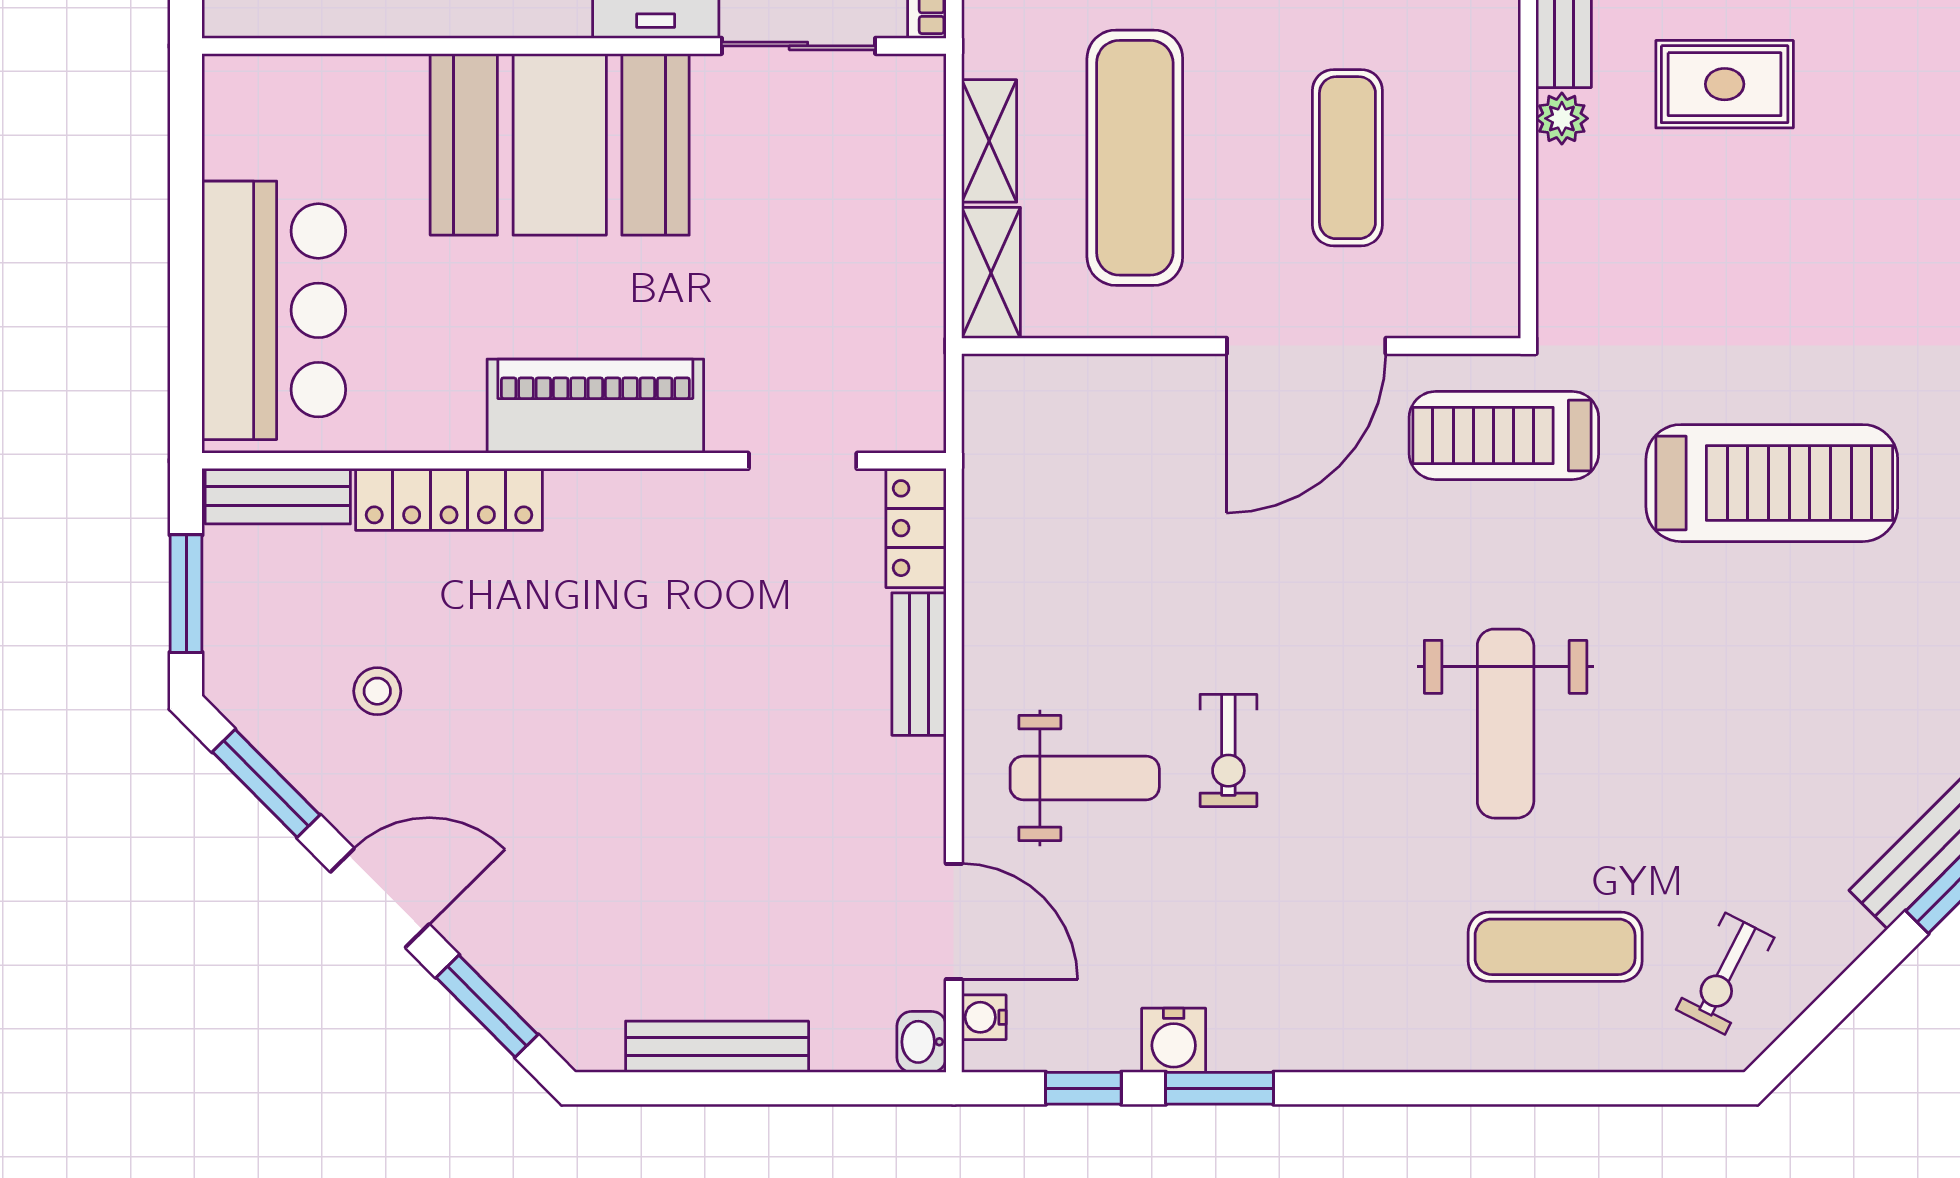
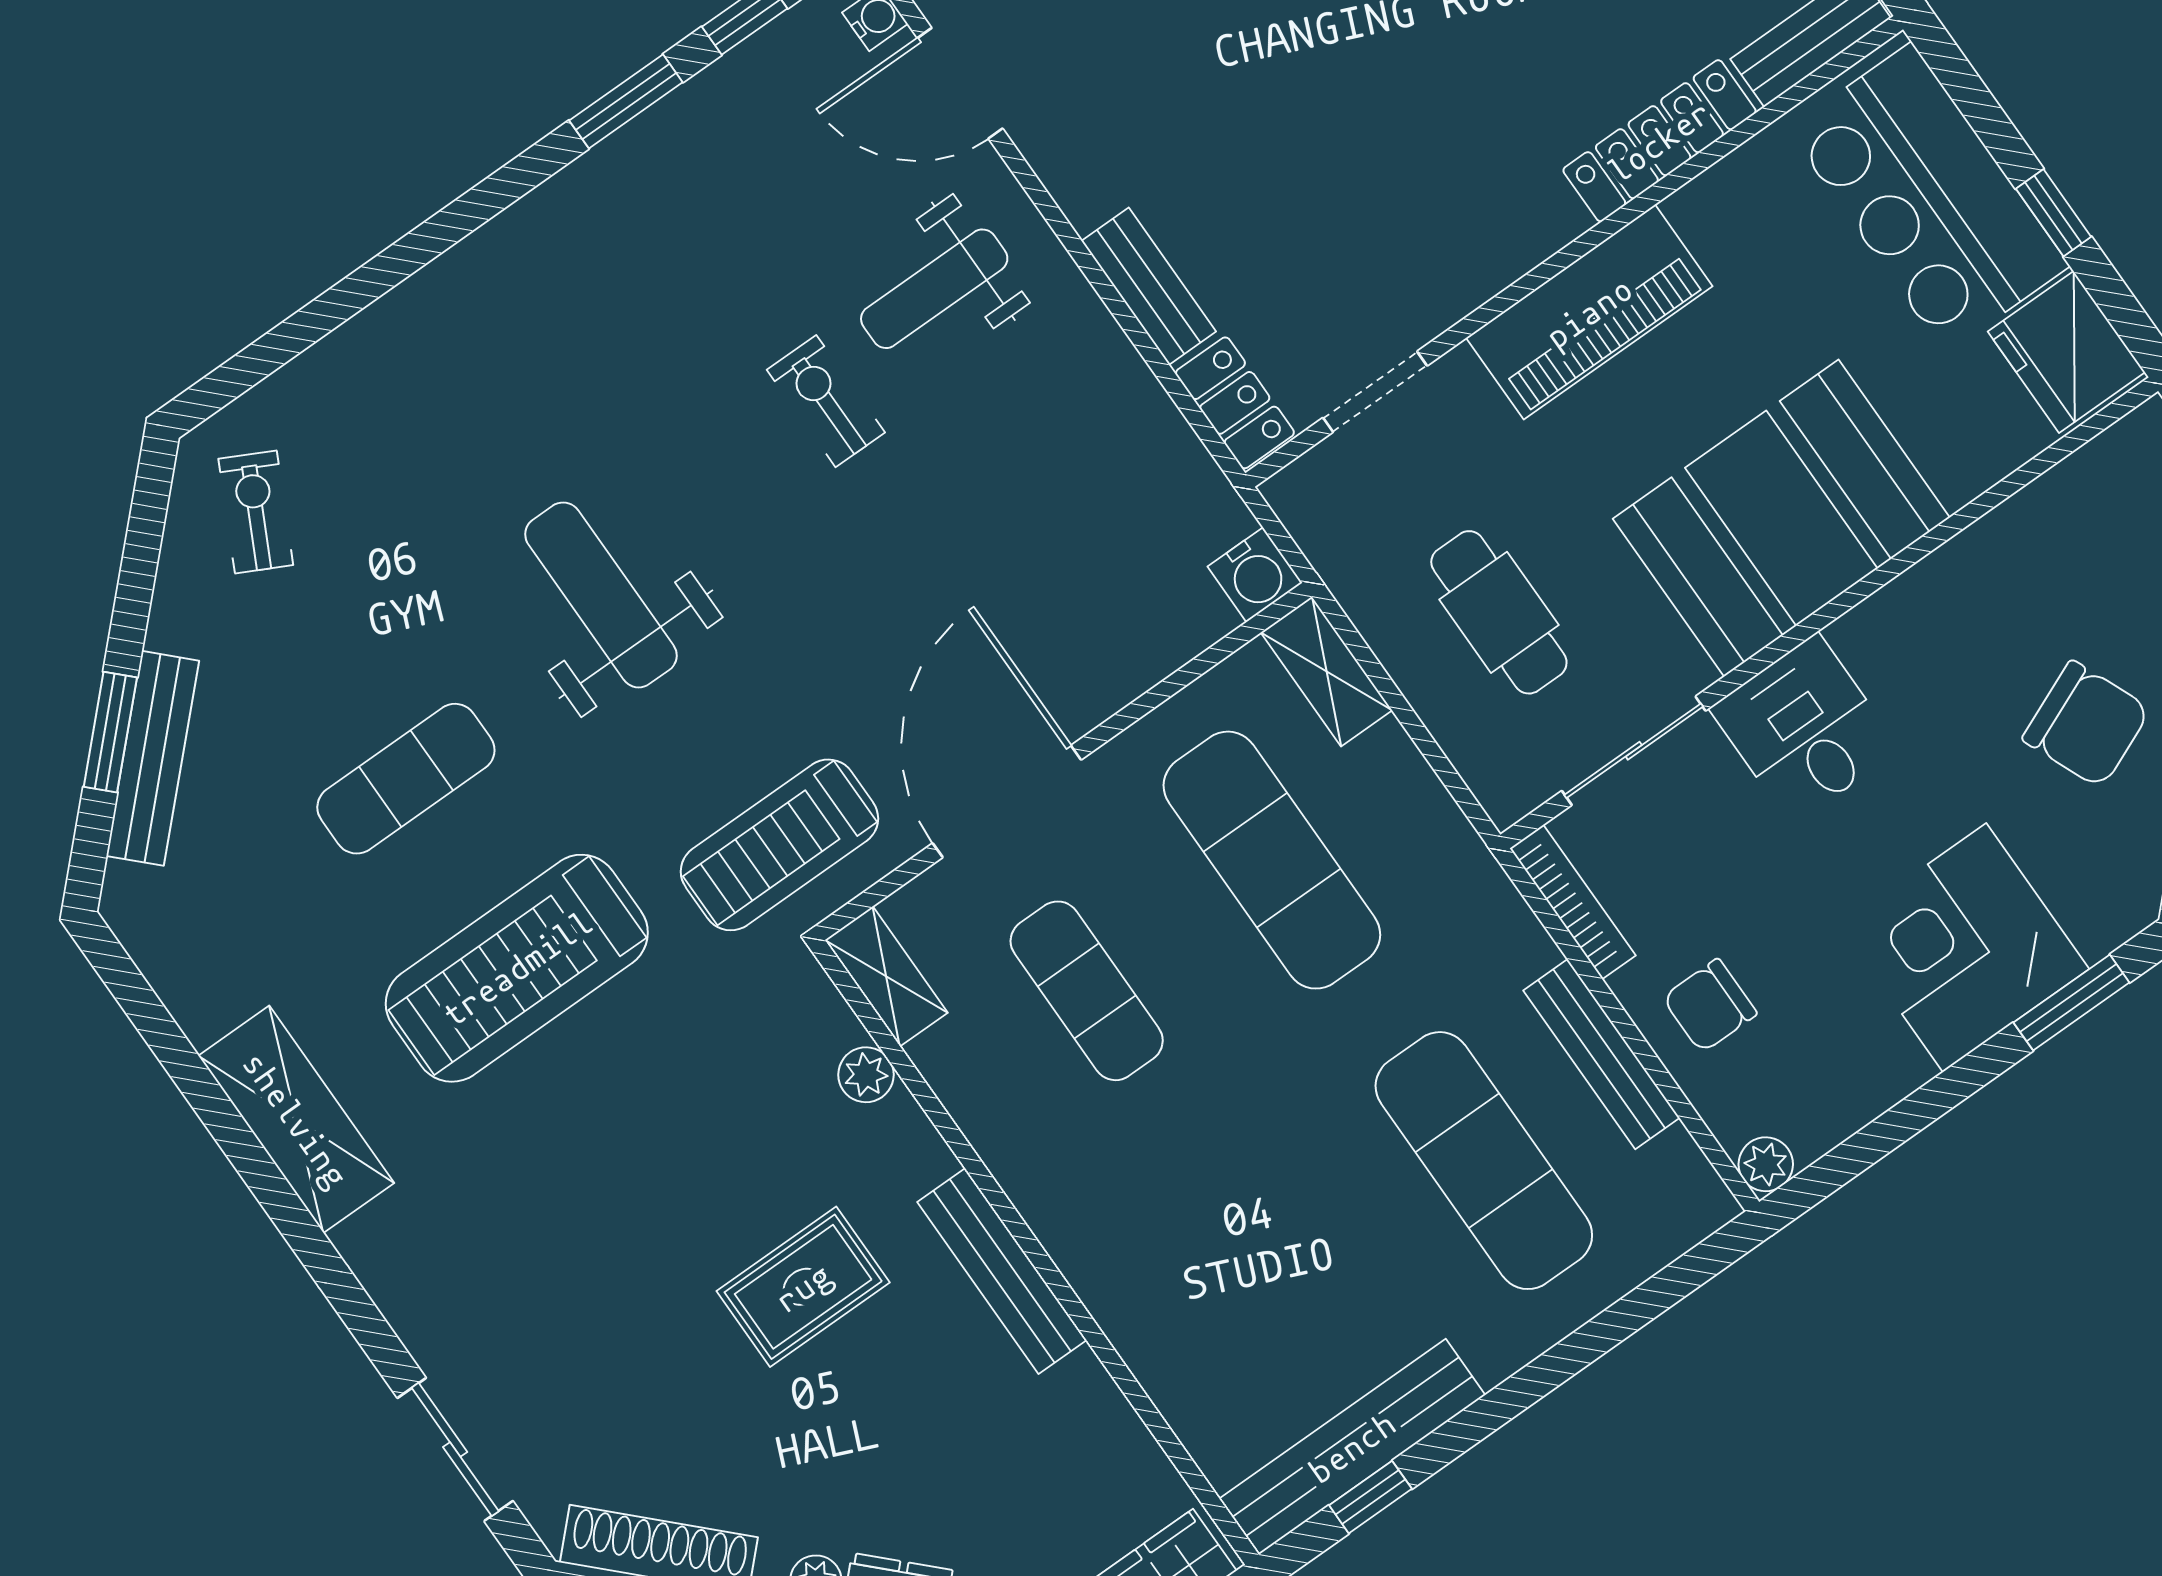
fridge: (251, 118) -> (2066, 352), added
plant: (1562, 118) -> (866, 1075), moved
shelving: (989, 141) -> (886, 976), moved
cafe table: (827, 225) -> (1499, 612), added
window: (186, 231) -> (2054, 213), added
treadmill: (1504, 435) -> (779, 845), turned 180
exercise mat: (1555, 947) -> (406, 779), moved
water cooler: (1174, 1040) -> (1255, 575), moved, turned 180

